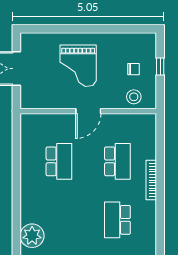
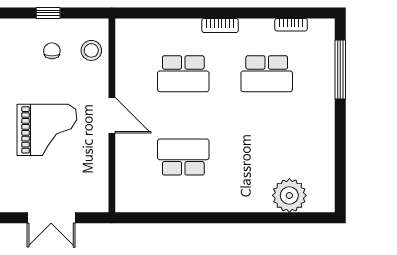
school desk: (117, 161) -> (183, 74), turned 180
bookcase: (151, 180) -> (220, 26), width x0.64
bookcase: (152, 237) -> (291, 25), added

